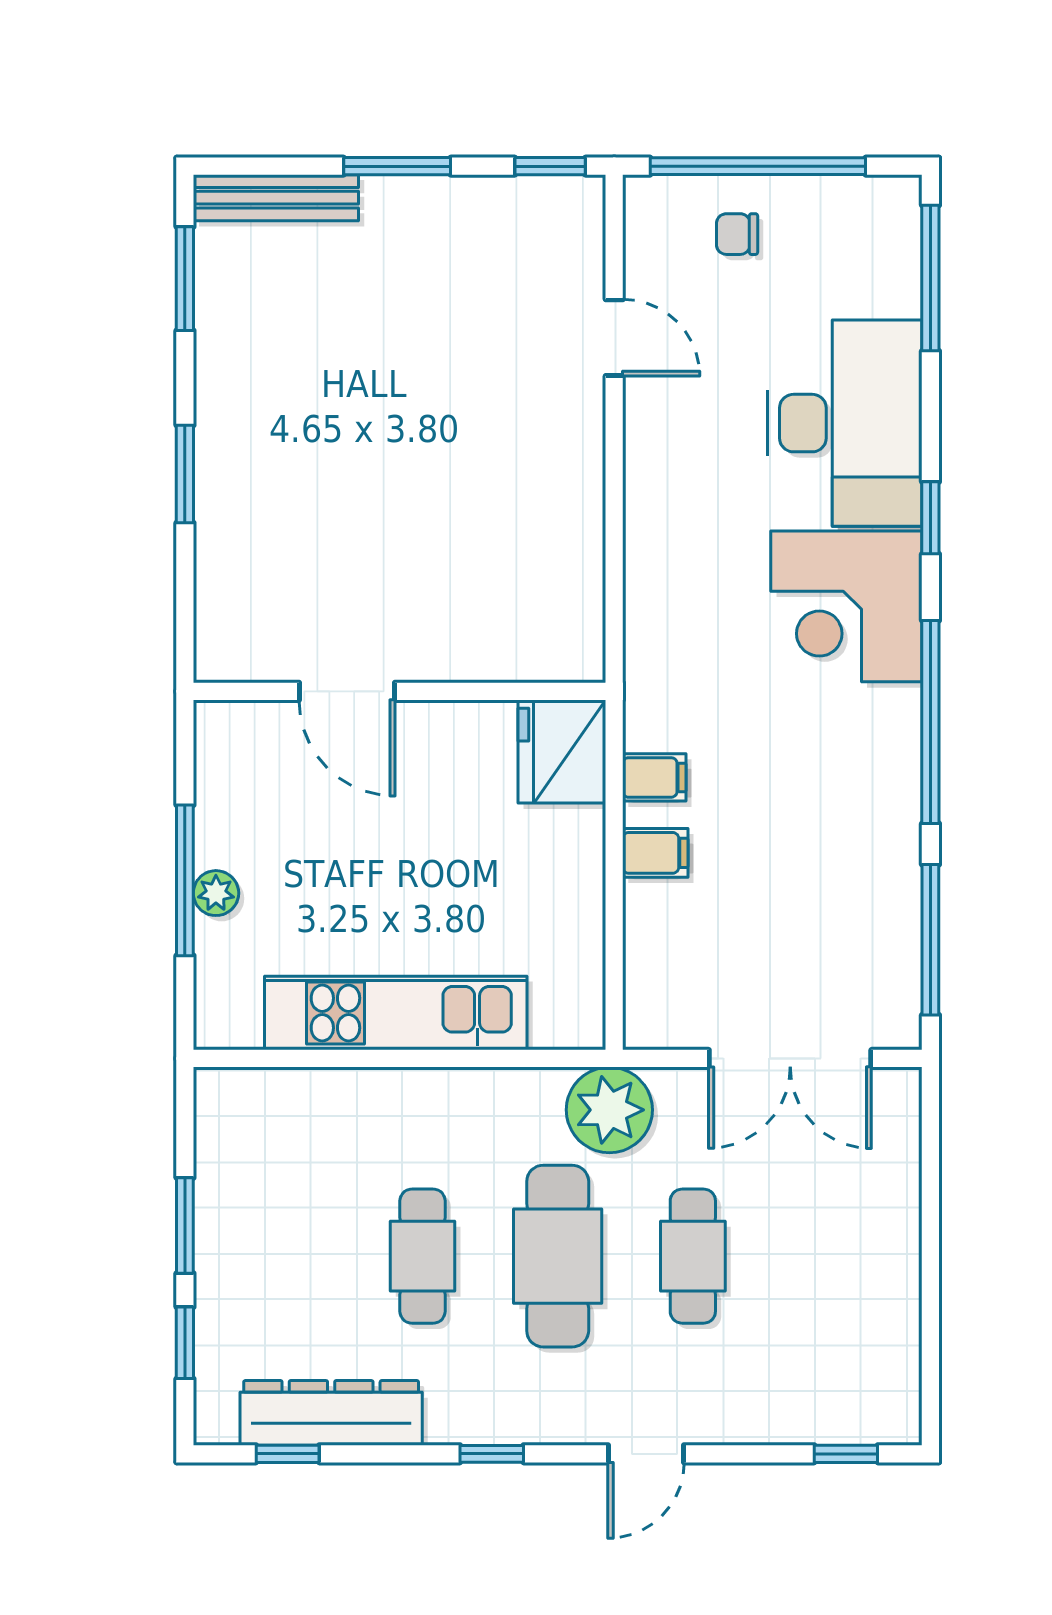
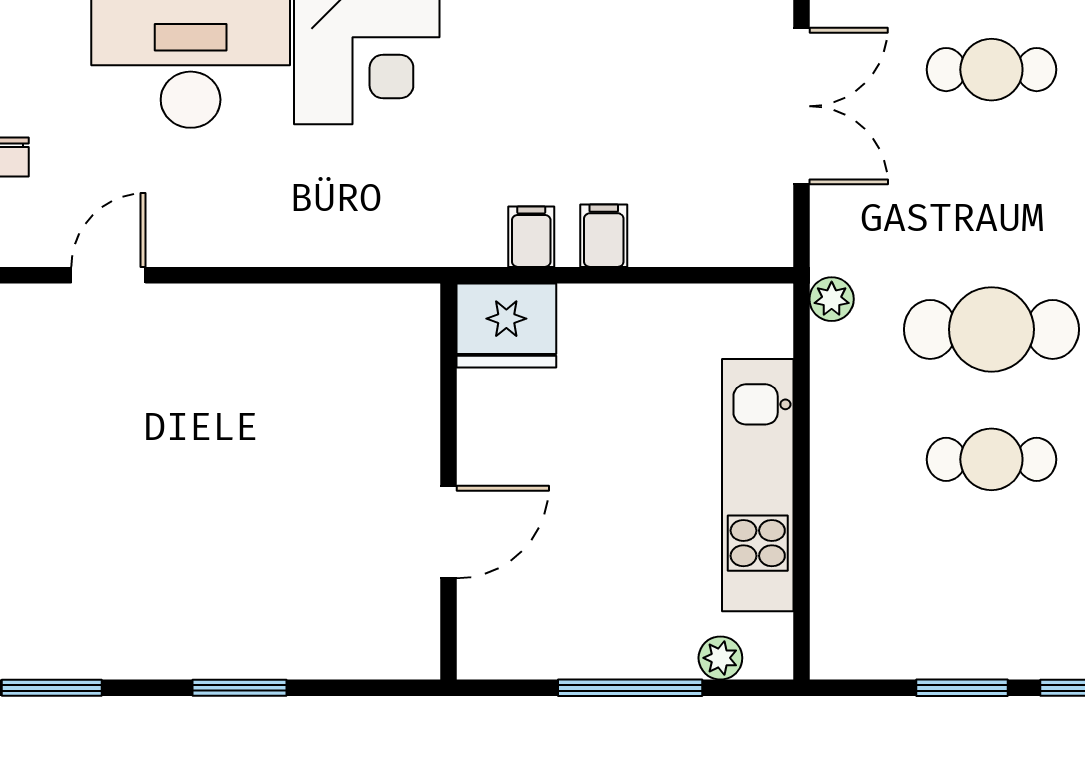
plant: (216, 893) -> (720, 658), moved
plant: (609, 1110) -> (832, 299), width x0.53, depth x0.53
cafe table: (693, 1256) -> (991, 70), moved

